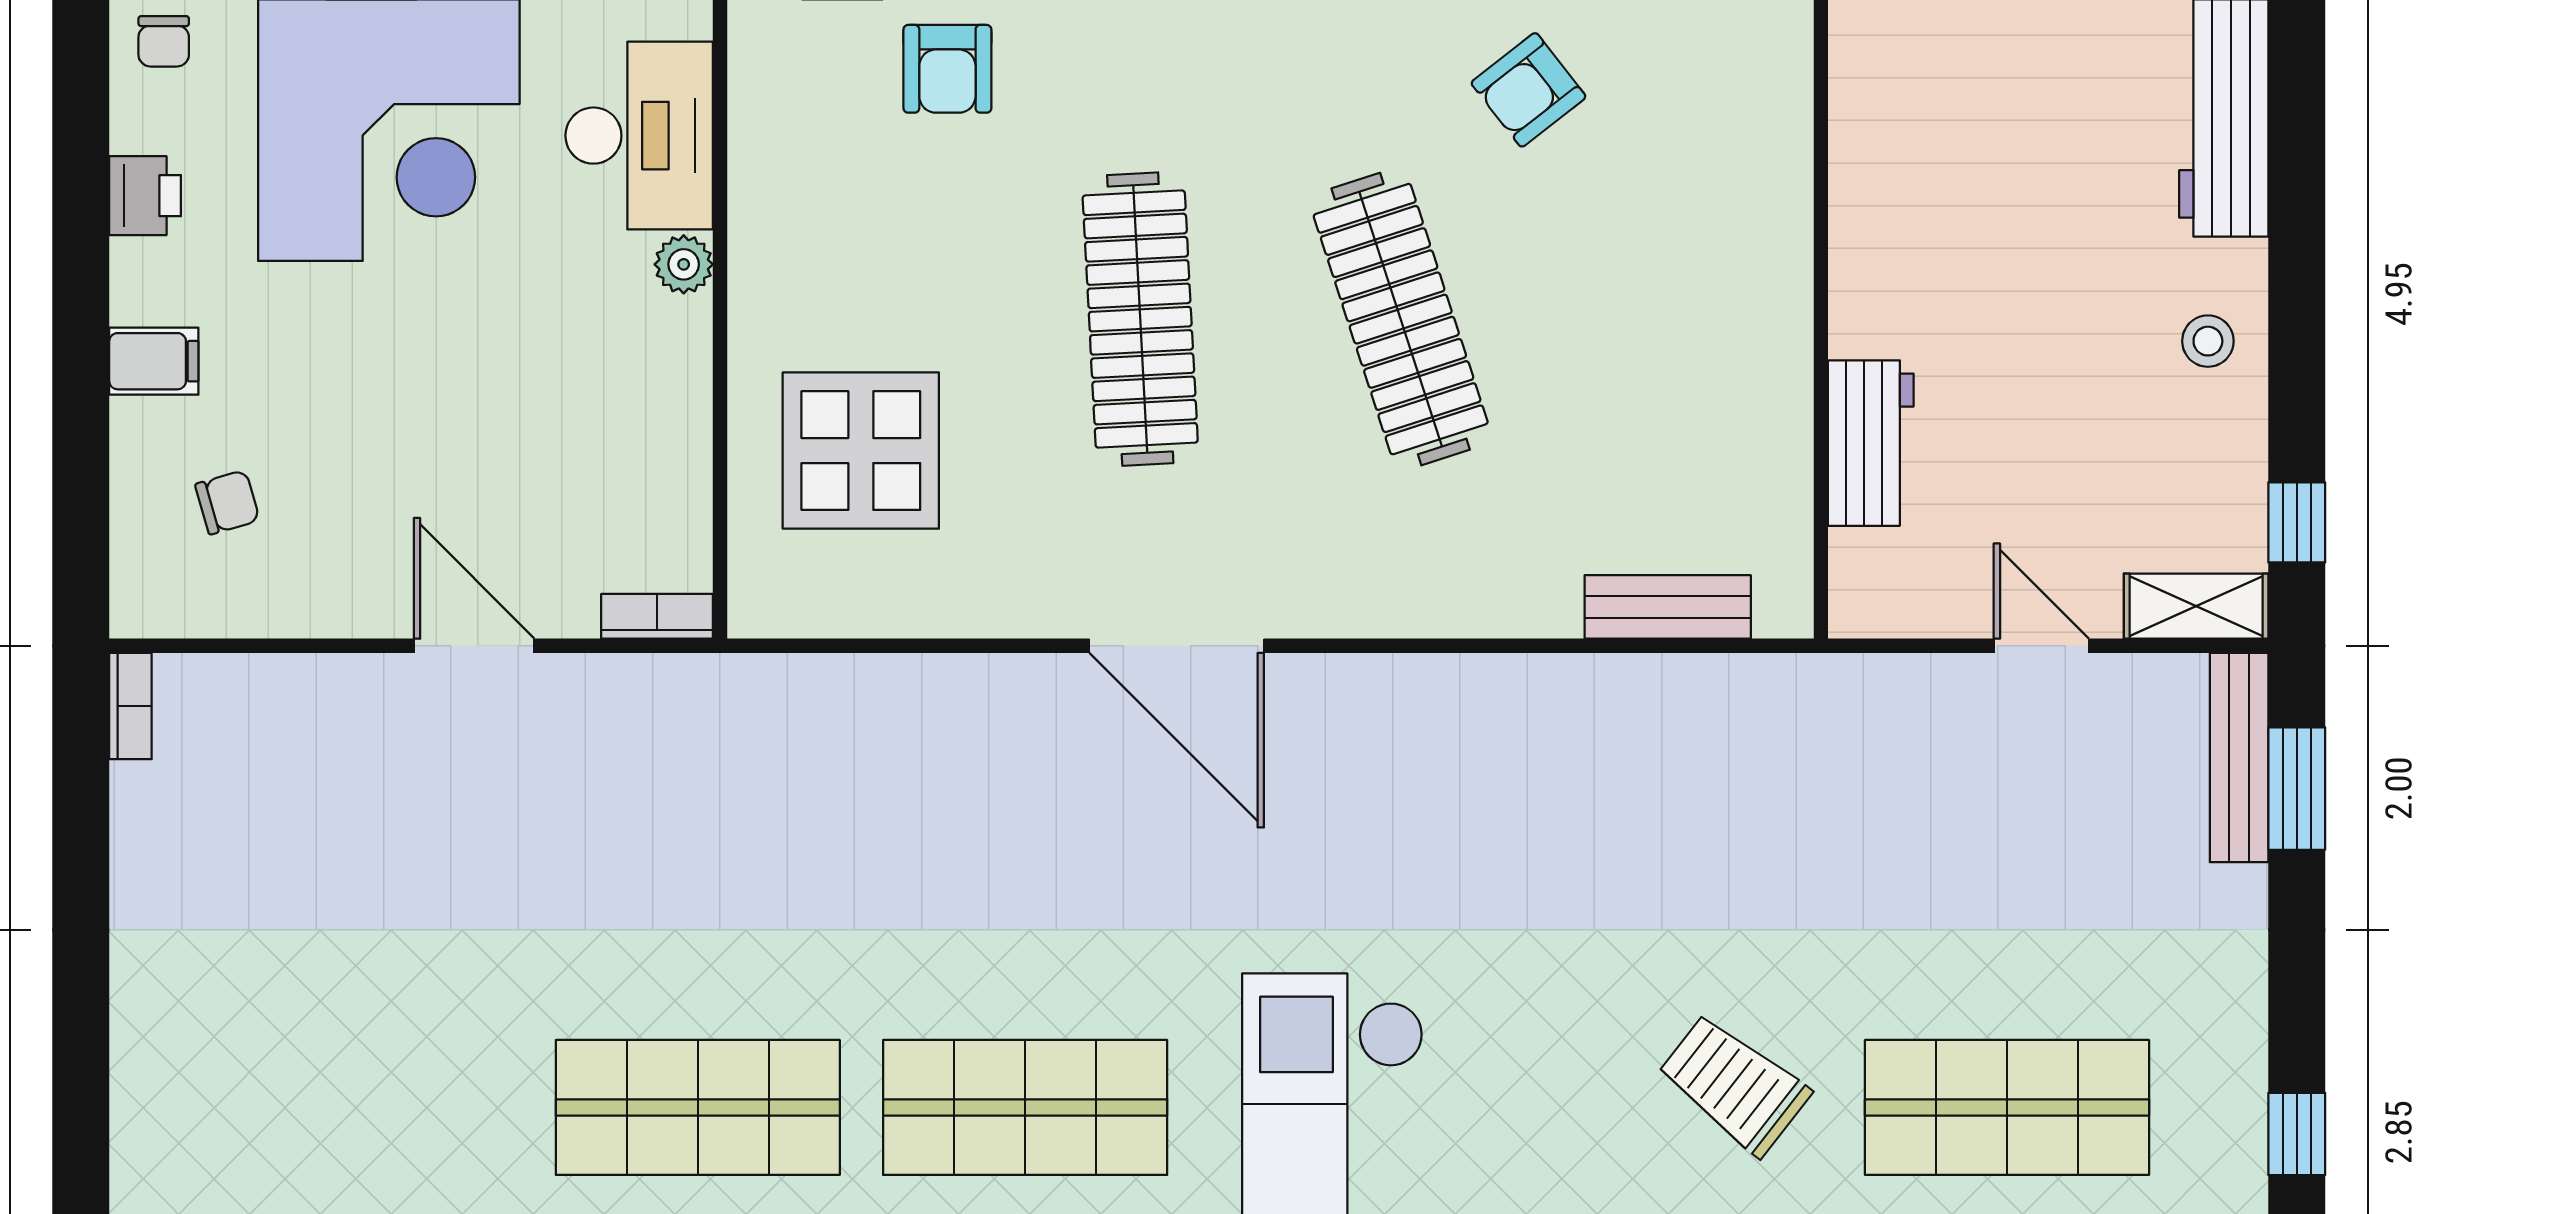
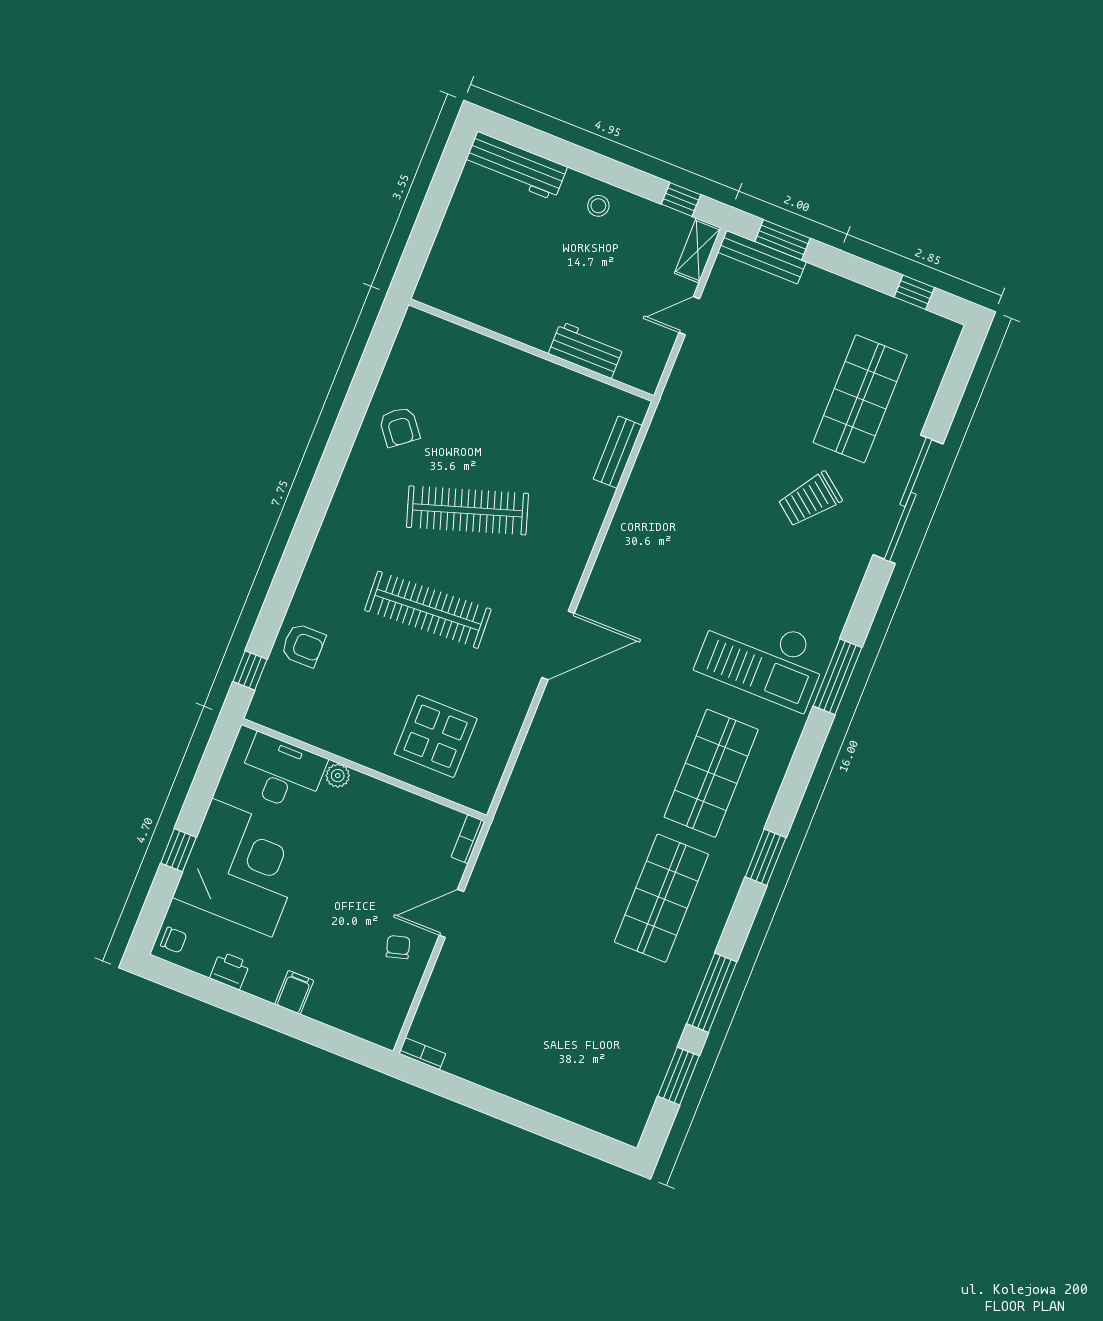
chair: (227, 502) -> (398, 947), moved

